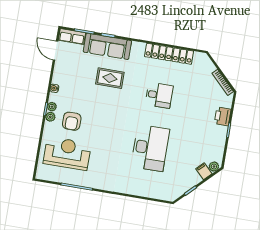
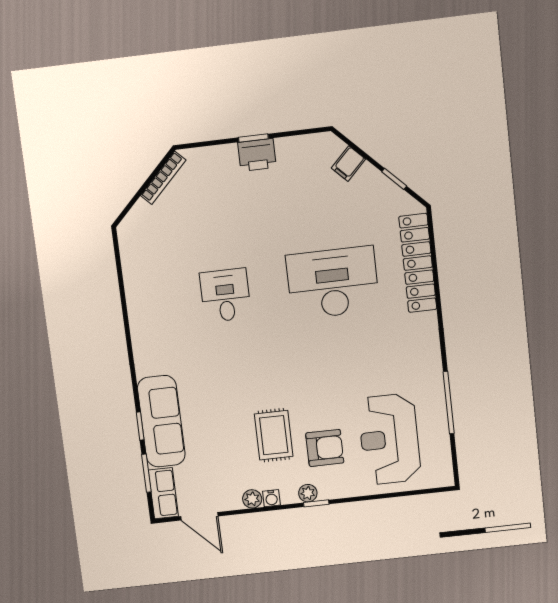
door: (56, 51) -> (199, 516), hinge flipped
locker: (169, 54) -> (418, 263), moved, turned 180
rug: (110, 78) -> (274, 435), moved
printer: (223, 116) -> (257, 155), moved
plant: (50, 117) -> (252, 499), moved
plant: (214, 167) -> (333, 146), removed

